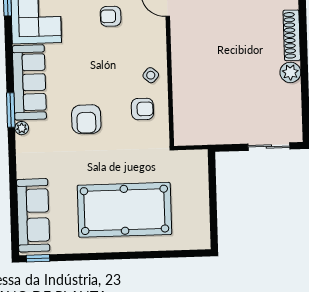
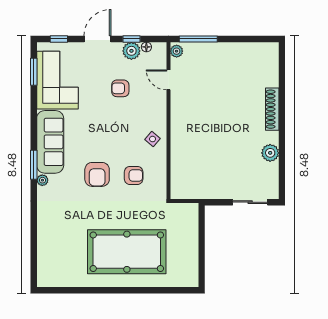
plant: (290, 72) -> (270, 153), moved
armchair: (142, 109) -> (134, 175), moved
sofa: (33, 215) -> (50, 254), removed
window: (38, 258) -> (53, 290), removed

